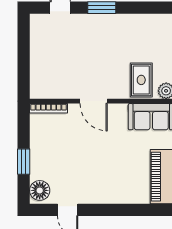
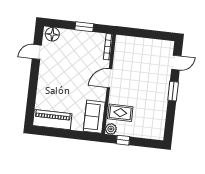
window: (24, 162) -> (84, 27), moved

